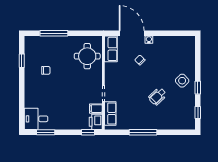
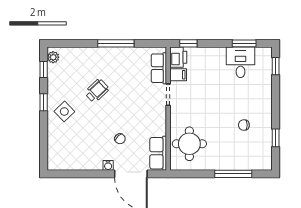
window: (22, 115) -> (276, 66), added
desk: (36, 119) -> (241, 62), moved, turned -90
plant: (191, 122) -> (53, 57), added

